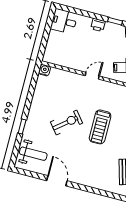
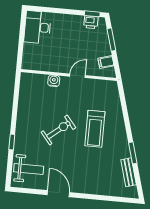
desk: (64, 21) -> (38, 27), width x1.37
printer: (98, 25) -> (91, 22), moved
water cooler: (45, 70) -> (54, 81), moved

